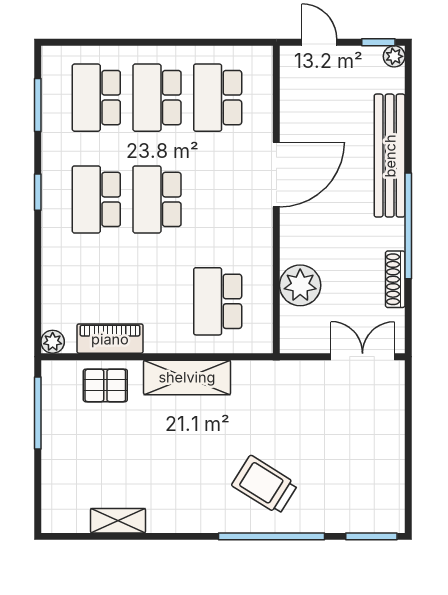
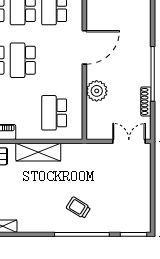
bench: (390, 156) -> (143, 38), removed
plant: (300, 285) -> (97, 91), moved
trolley: (265, 485) -> (78, 208), width x0.73, depth x0.72

